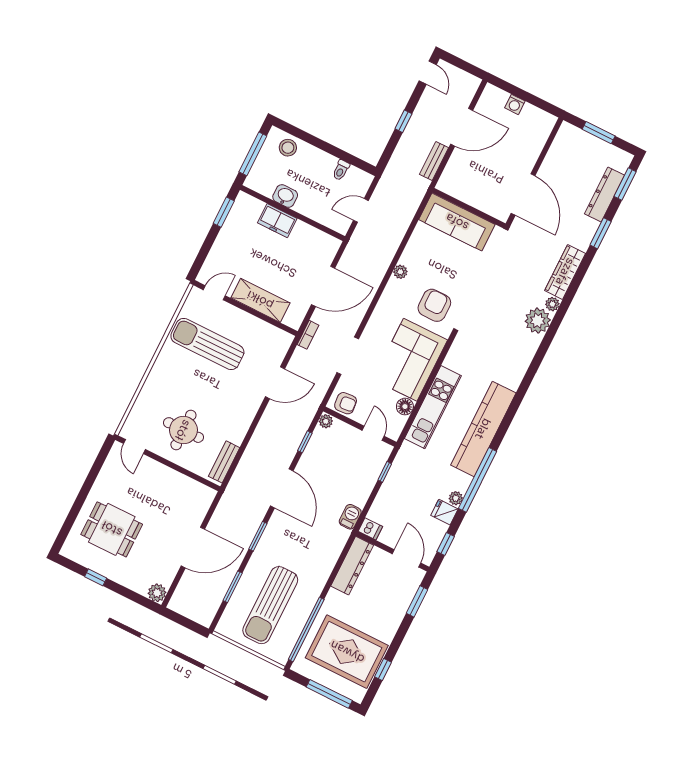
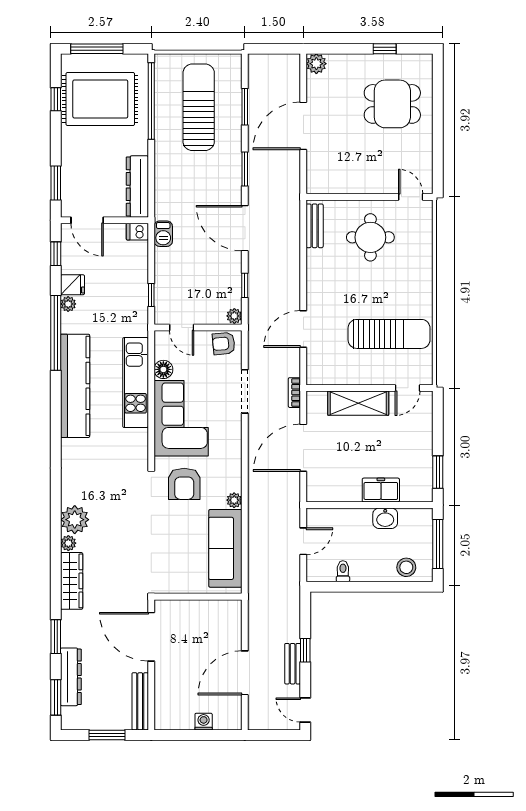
bench: (558, 147) -> (140, 701), added
bench: (434, 161) -> (293, 664), moved
sofa: (457, 222) -> (225, 548), moved, turned -90

